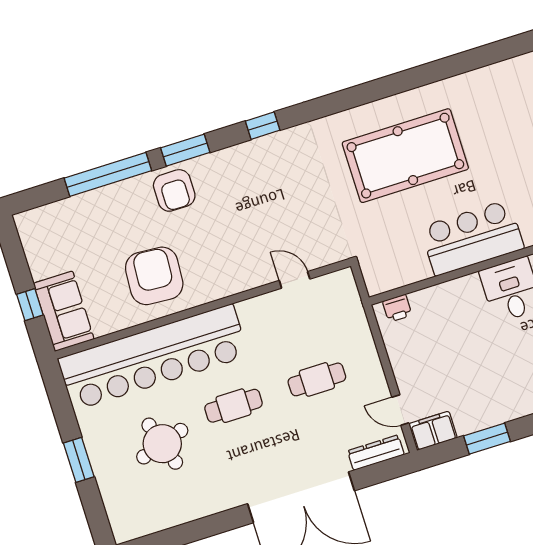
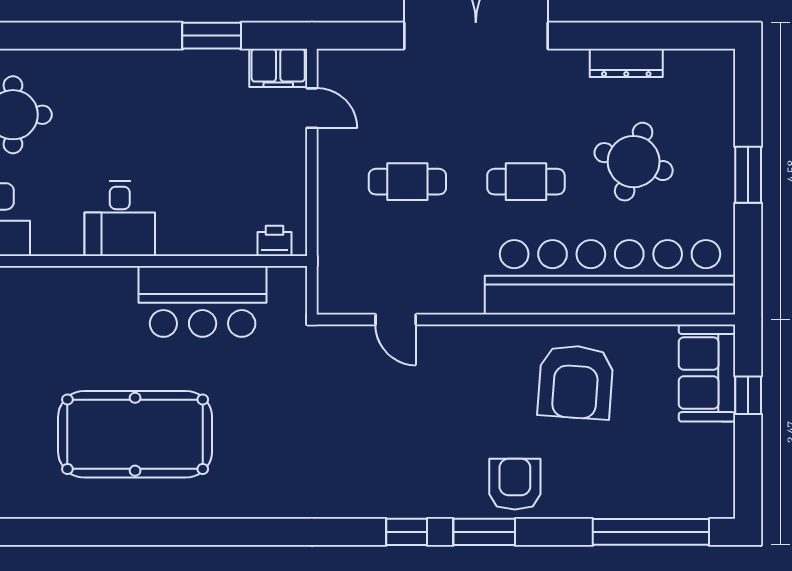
window: (263, 126) -> (407, 532), moved
pool table: (405, 156) -> (135, 434), moved
window: (108, 174) -> (651, 532), moved
bar counter: (472, 238) -> (203, 301), moved
round table: (162, 444) -> (634, 162), turned 35
dresser: (376, 453) -> (626, 63), moved

